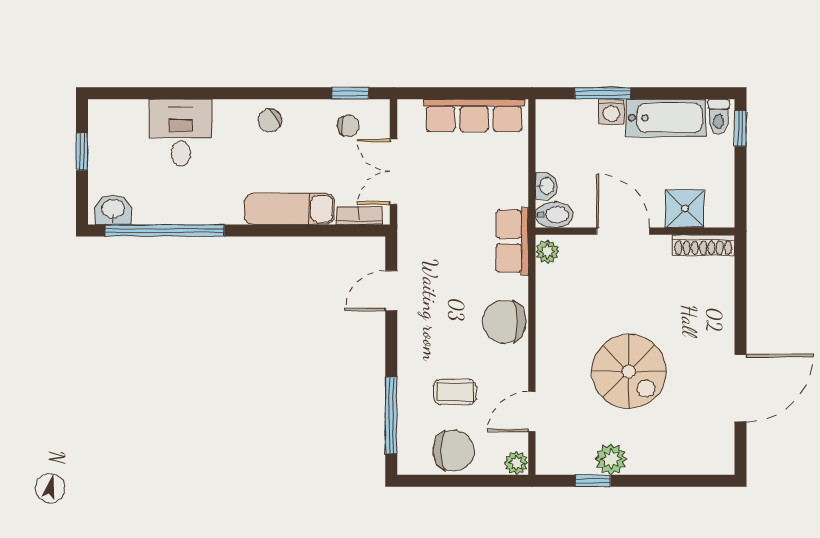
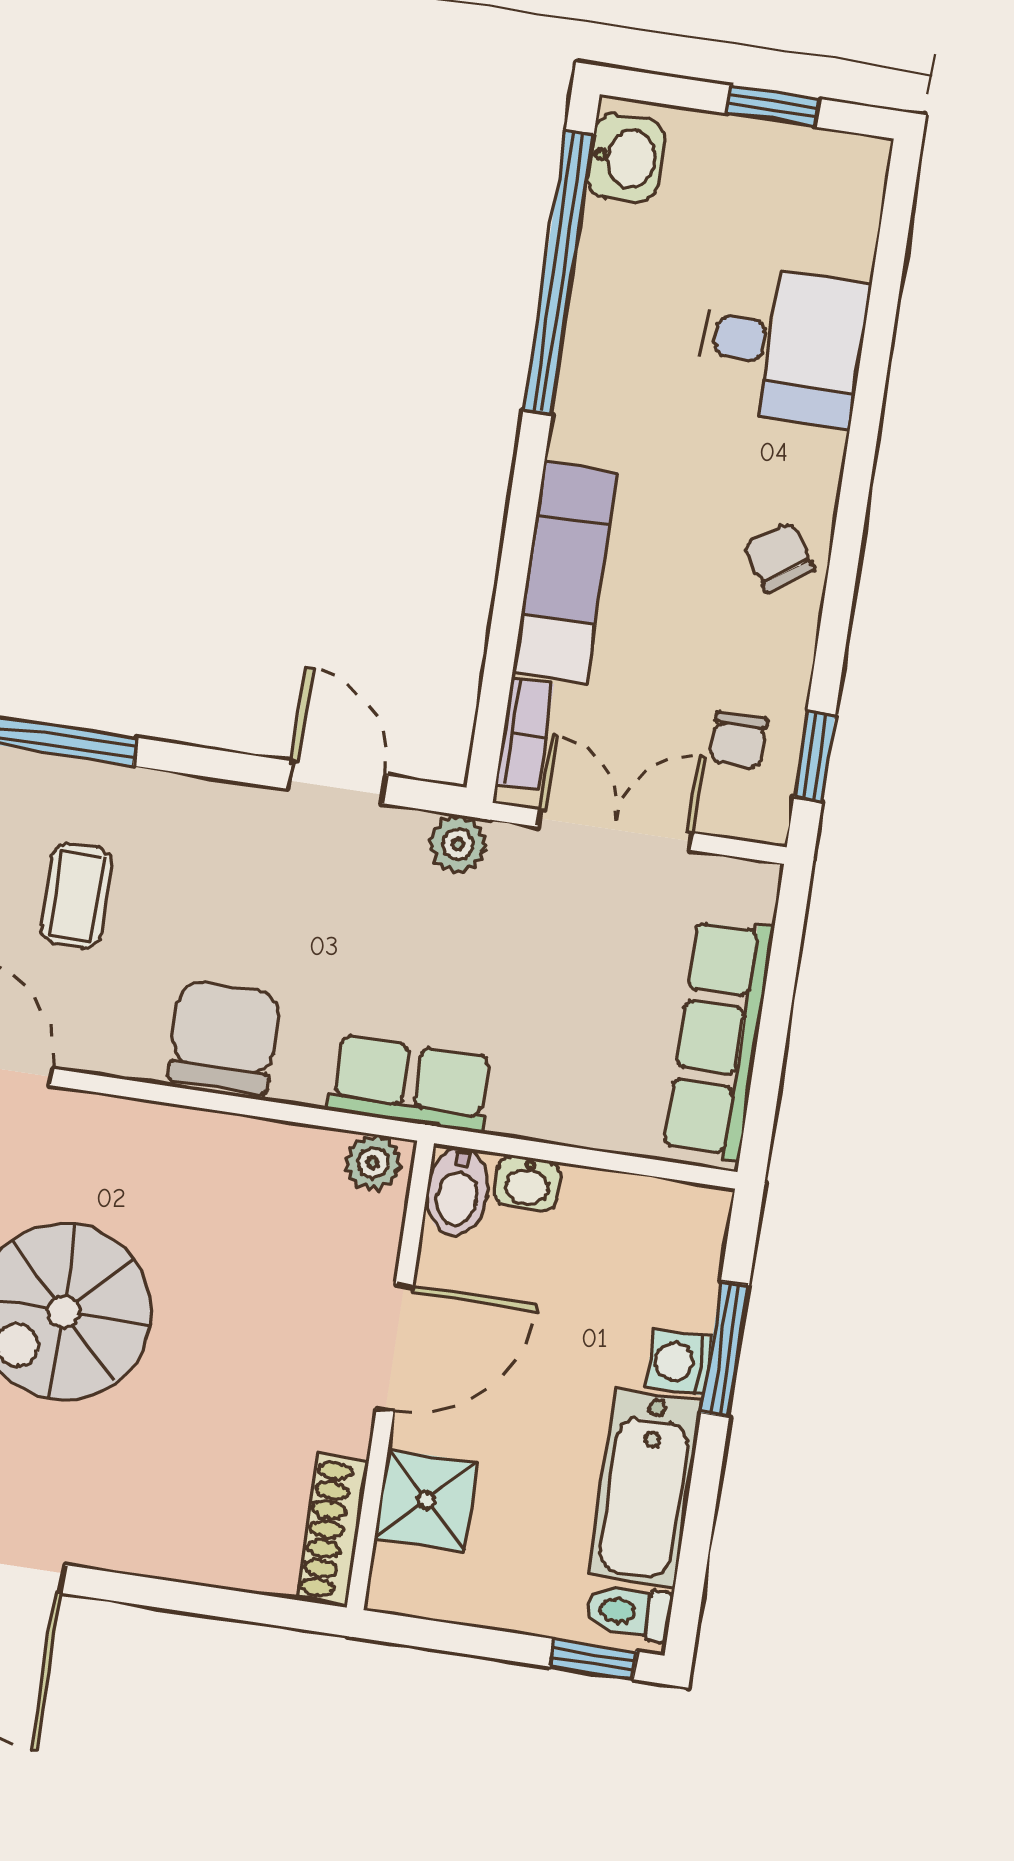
plant: (409, 236) -> (458, 844), added

